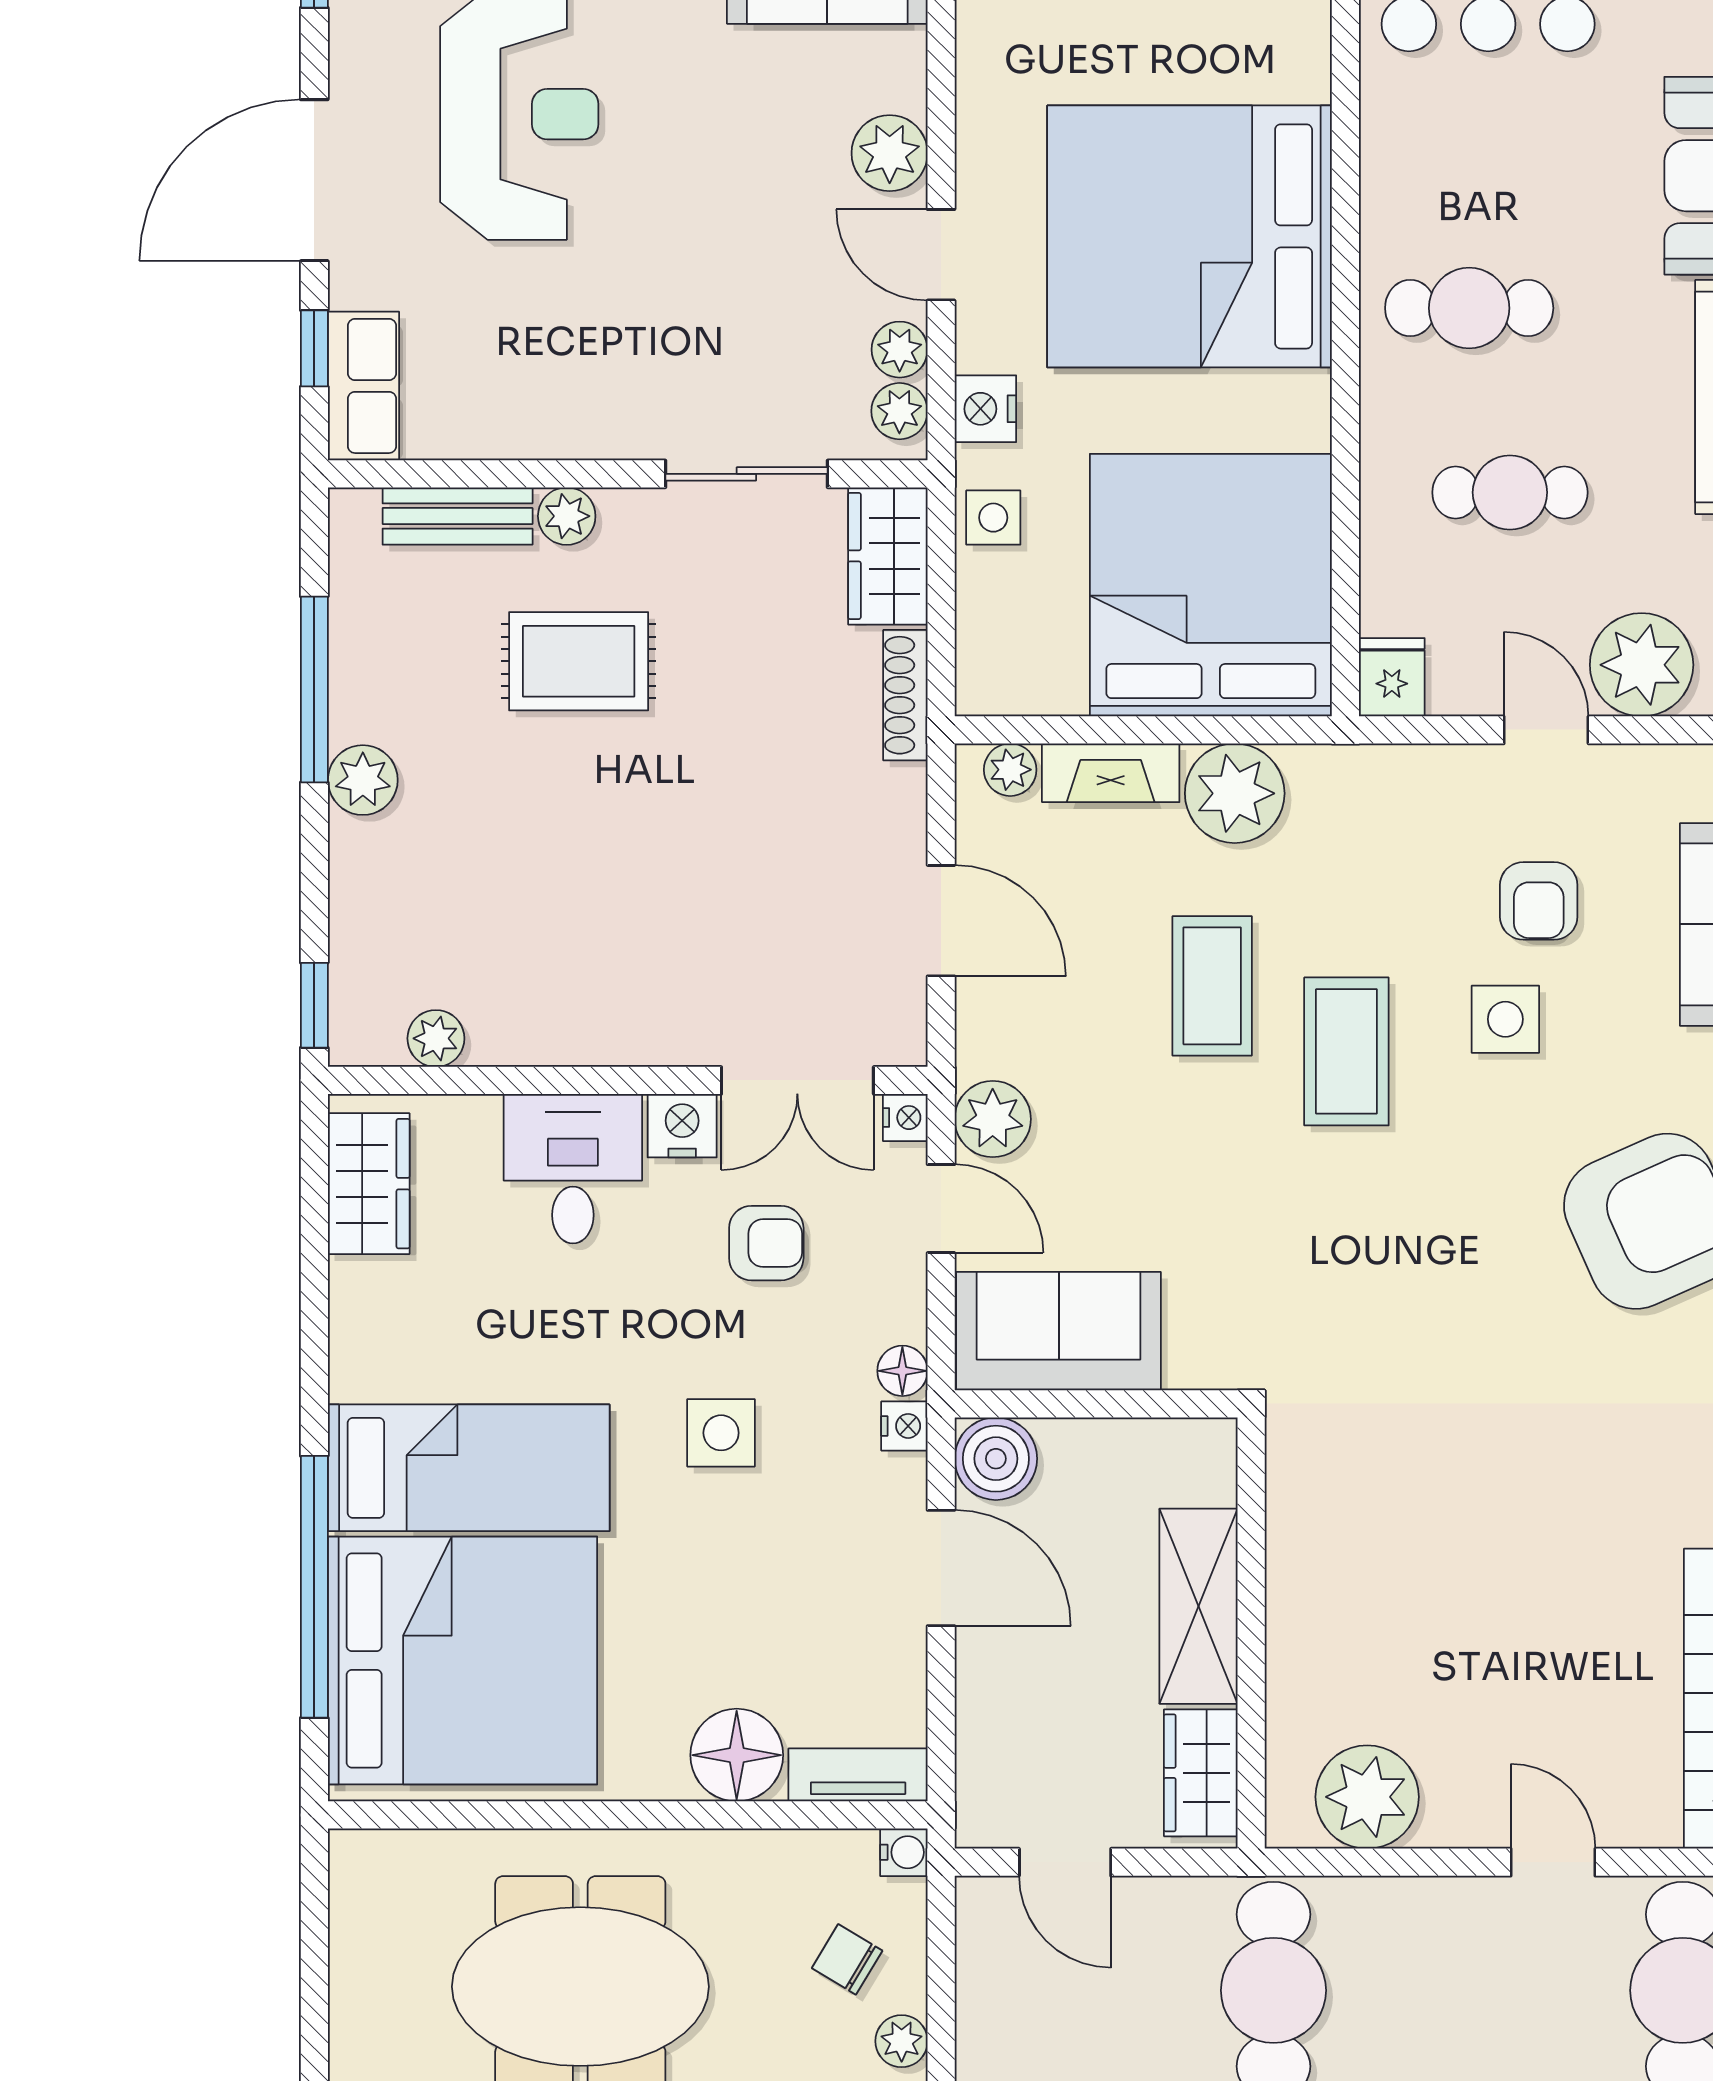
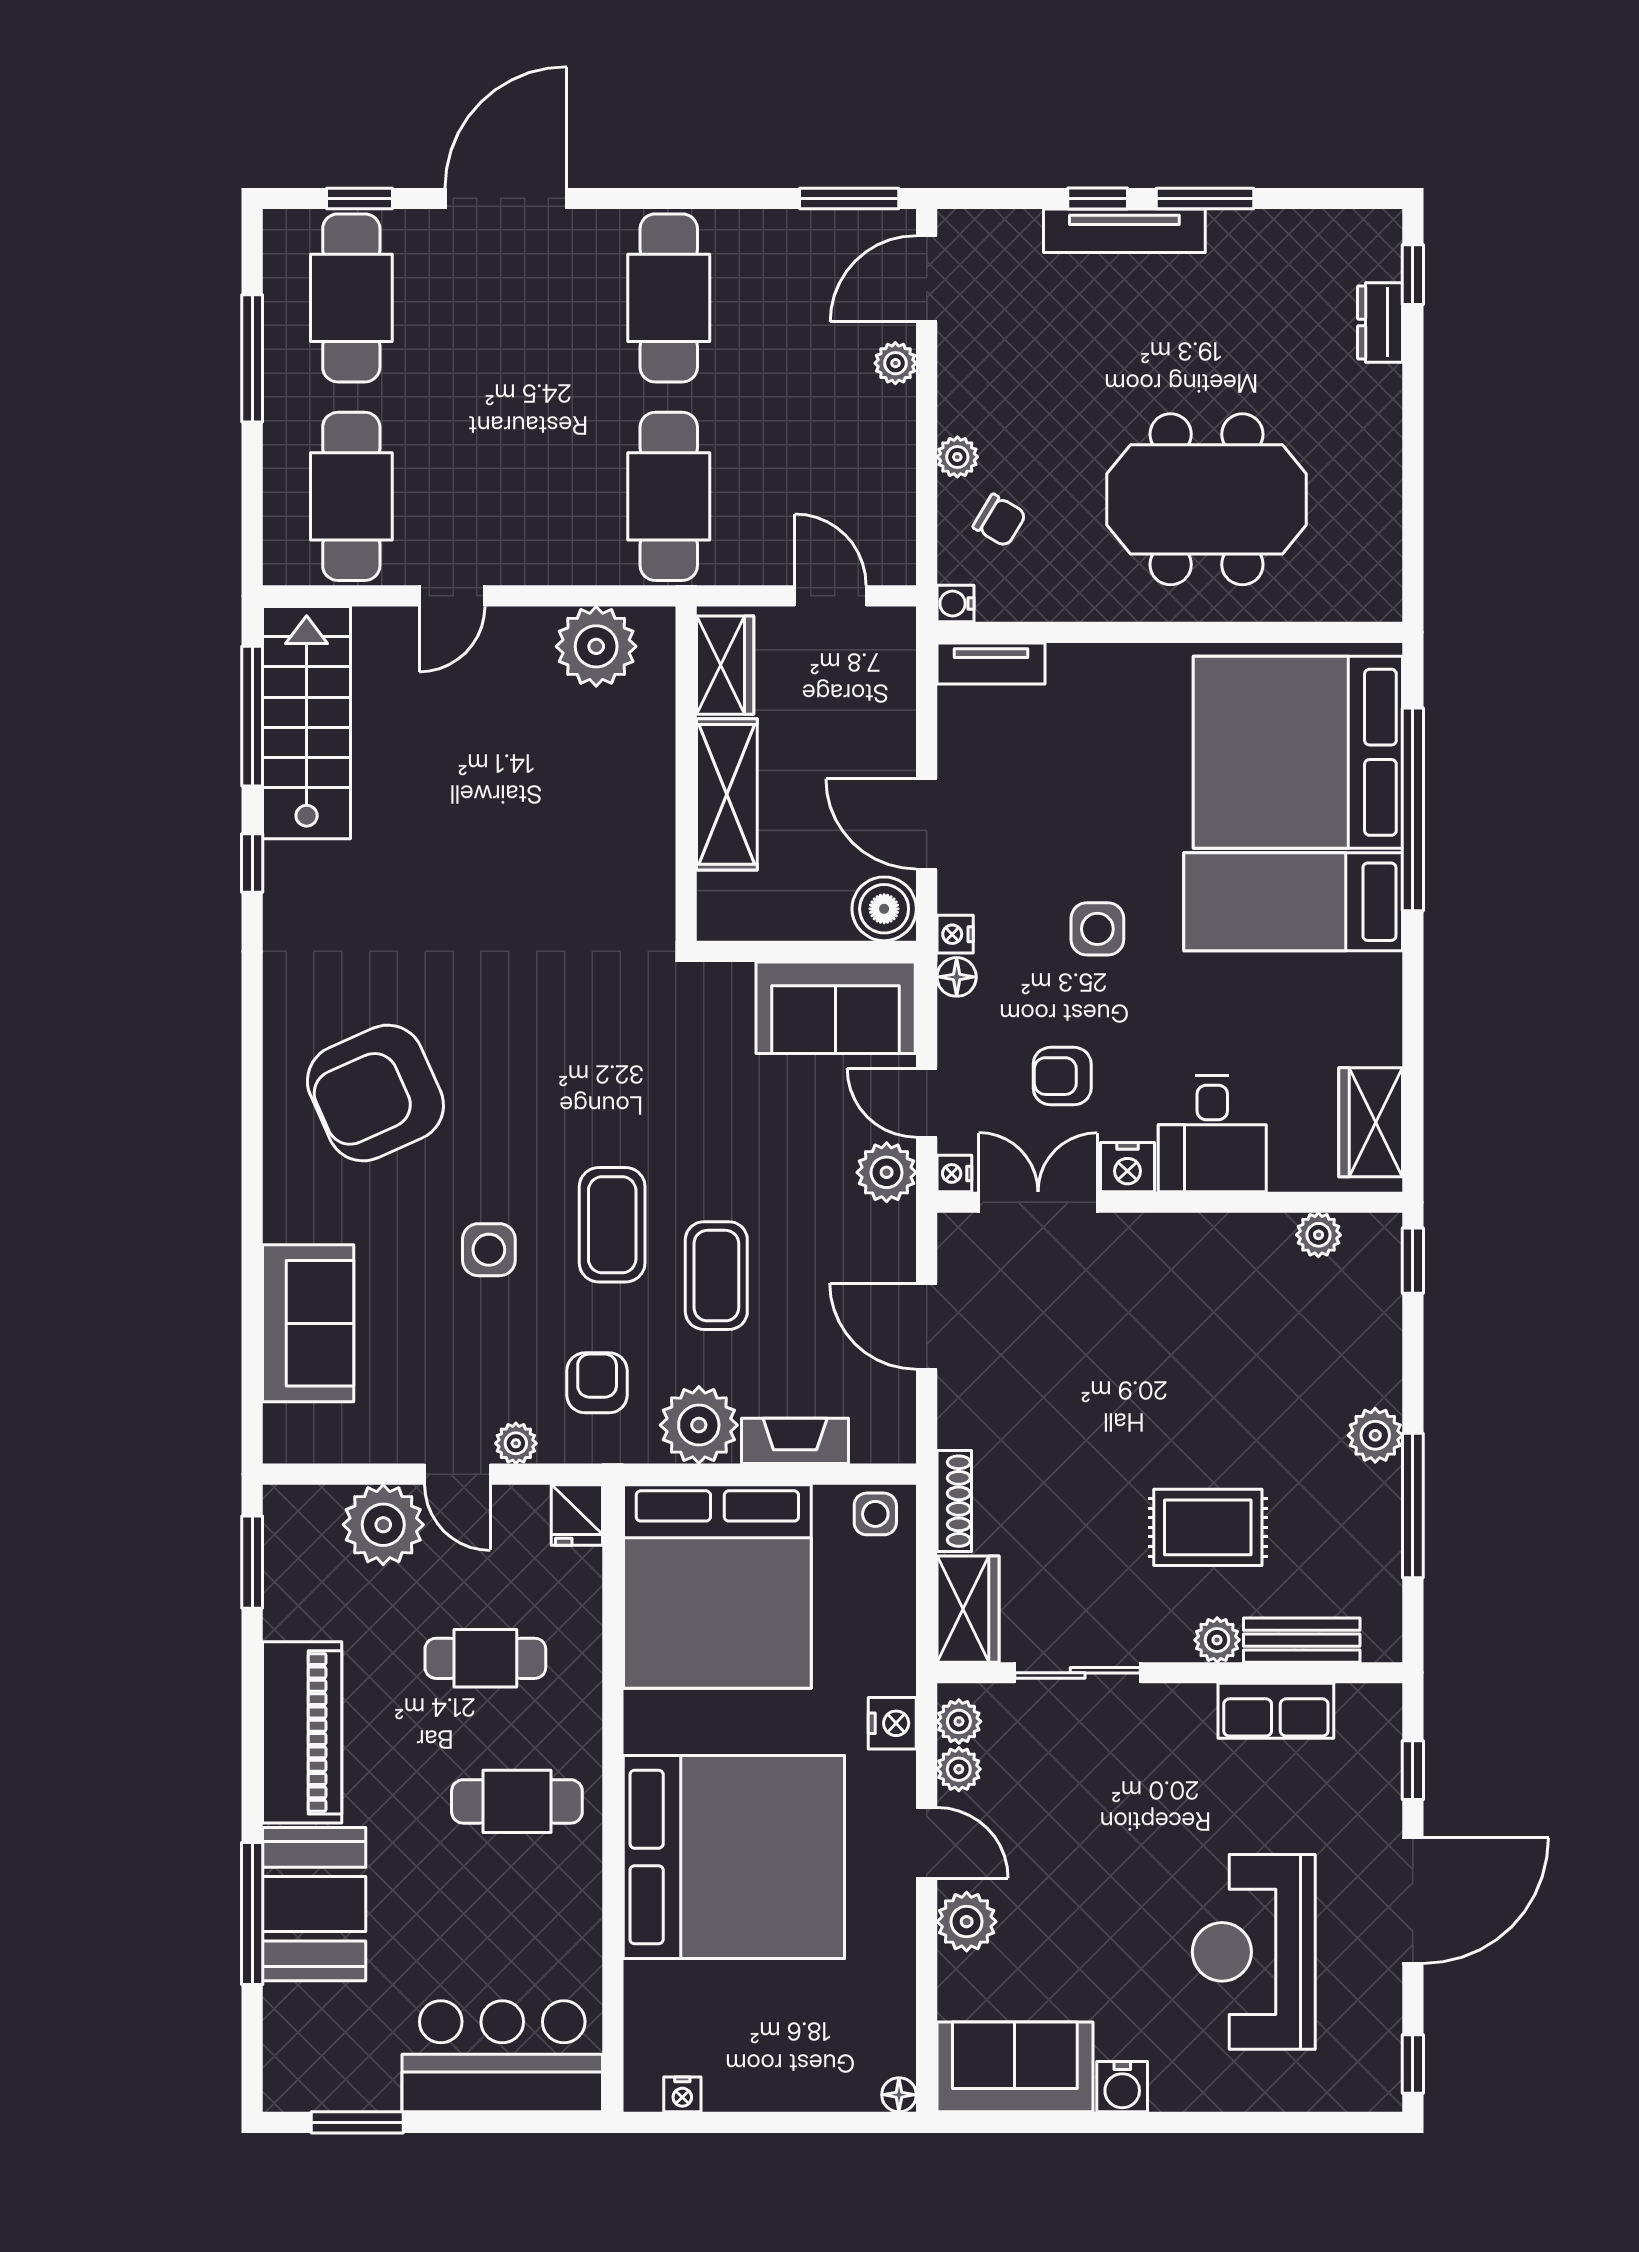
row of seats: (363, 386) -> (1276, 1711), moved, turned -90
side table: (993, 518) -> (875, 1514), moved
plant: (1010, 770) -> (516, 1443), moved
armchair: (1539, 901) -> (597, 1383), moved
floor lamp: (737, 1755) -> (1085, 679), removed
door: (1553, 1862) -> (452, 596), hinge flipped

